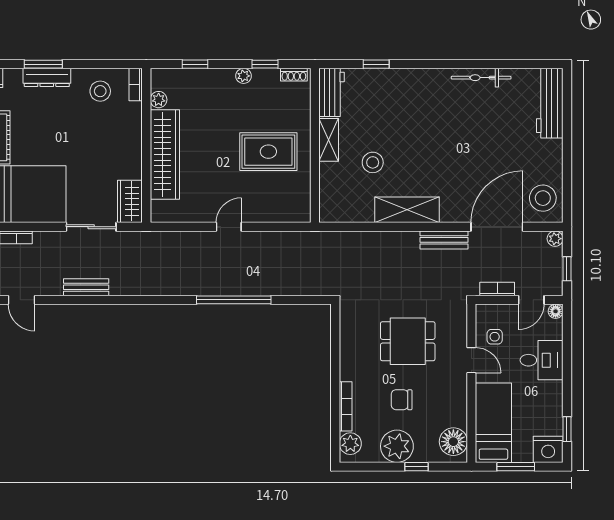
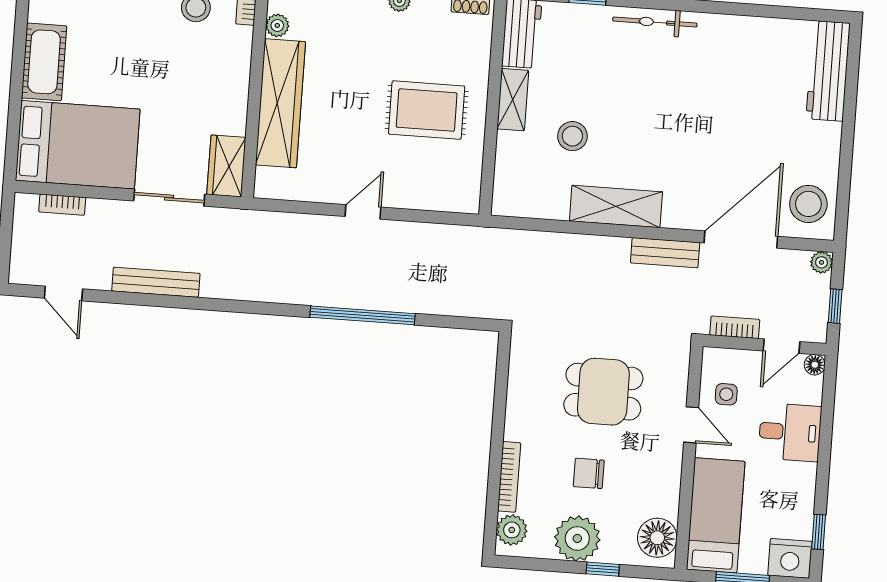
bicycle: (481, 78) -> (655, 22), moved
bench: (86, 287) -> (156, 282), width x1.36

